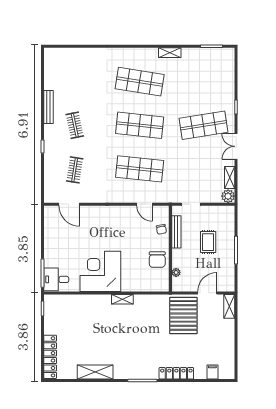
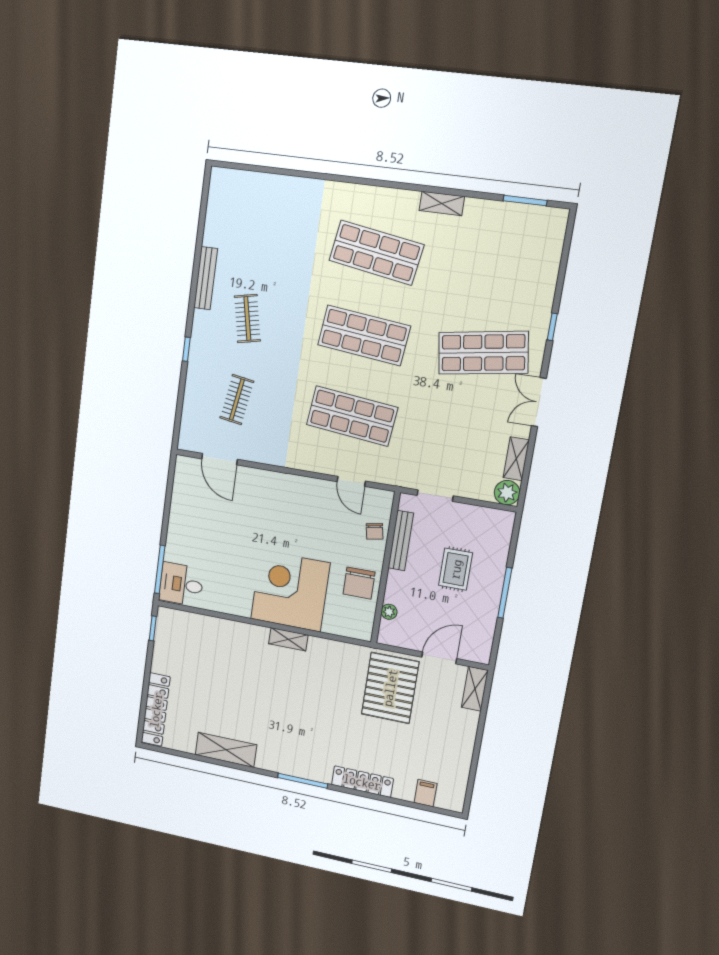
corner desk: (100, 271) -> (290, 591), moved

